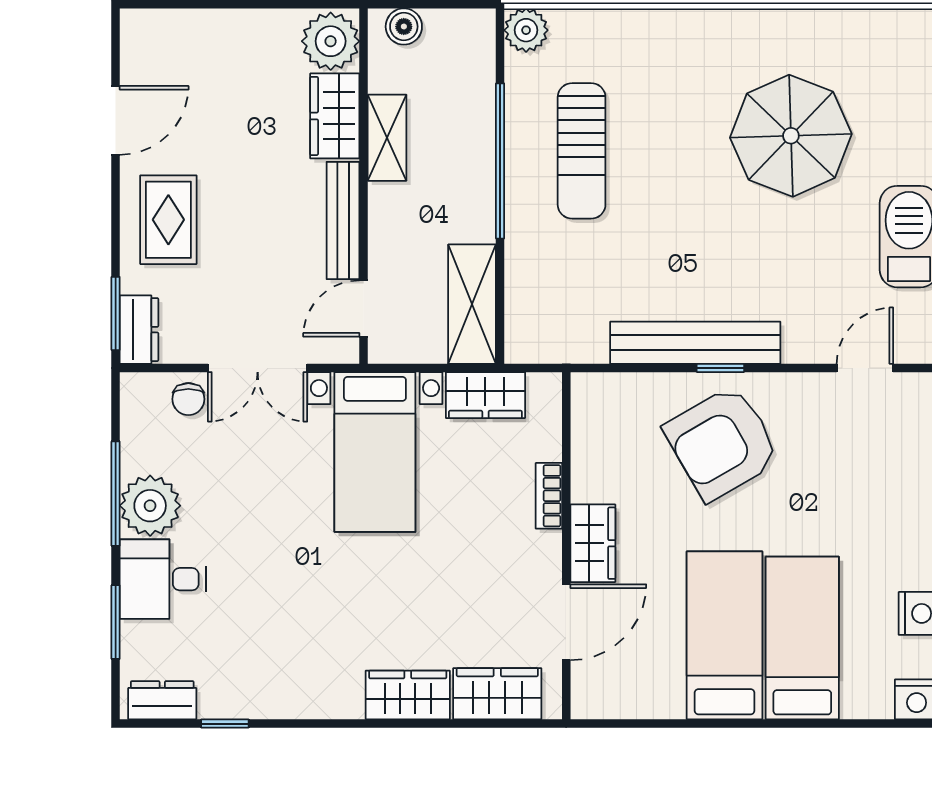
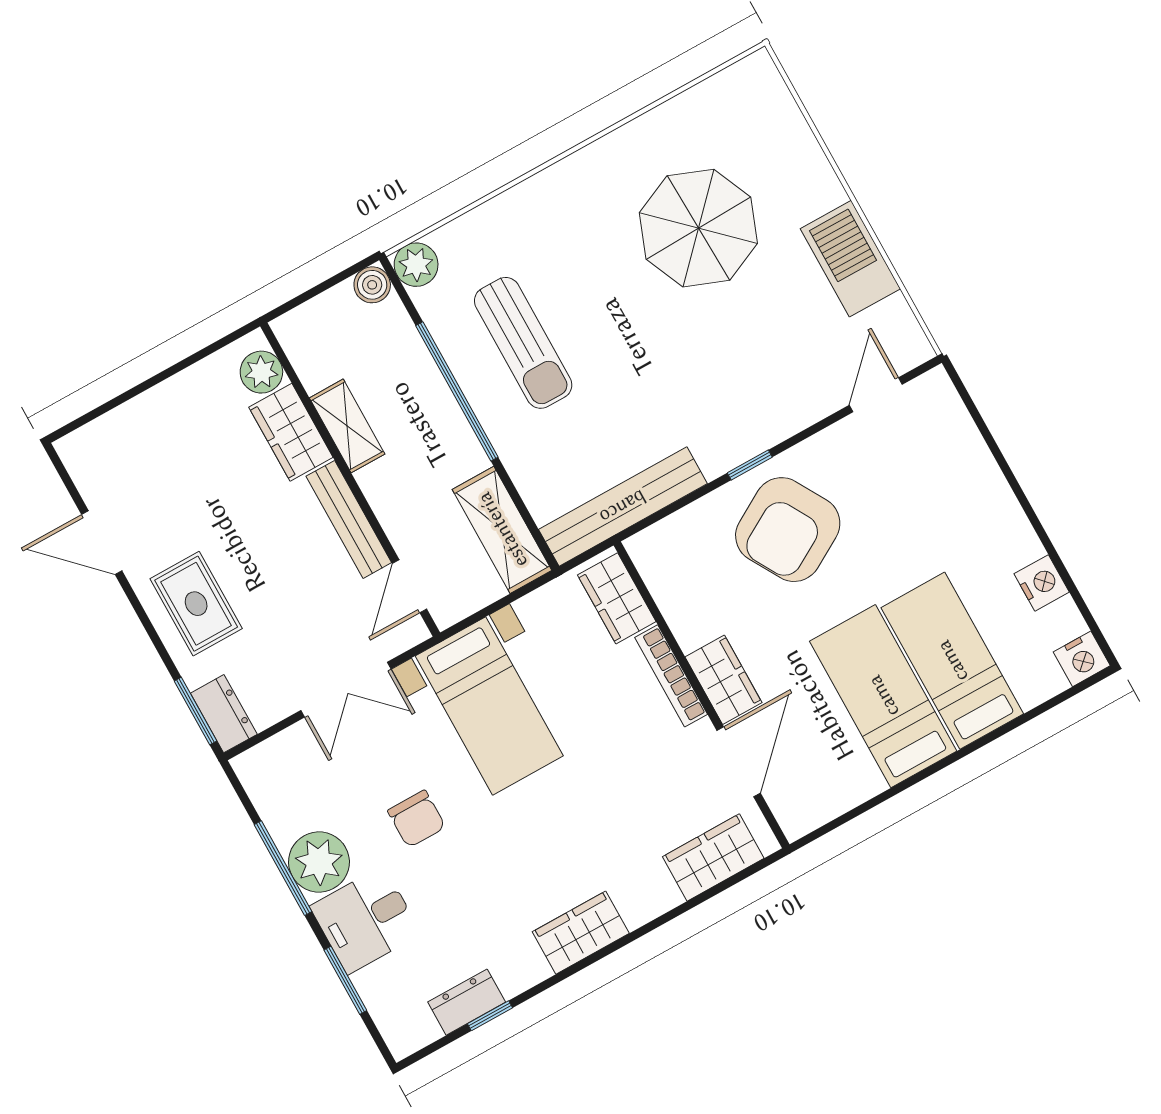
boiler: (404, 27) -> (372, 285), moved
plant: (331, 41) -> (261, 372), width x0.73, depth x0.73
door: (116, 120) -> (102, 543), swing flipped
bench: (695, 343) -> (623, 507), moved
wardrobe: (485, 395) -> (617, 598), moved, turned 90
chair: (188, 399) -> (417, 819), moved, width x1.37, depth x1.37
bookcase: (549, 496) -> (671, 676), width x1.56
wardrobe: (408, 695) -> (581, 933), moved
dresser: (162, 700) -> (467, 1002), moved

